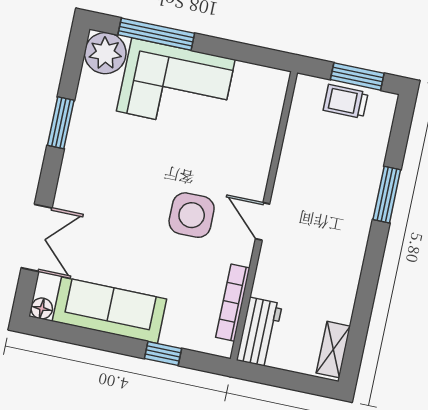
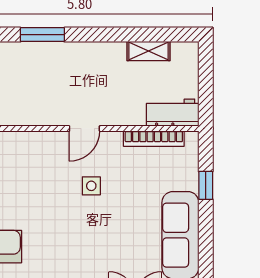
side table: (192, 215) -> (91, 186), width x0.54, depth x0.54
shelving: (333, 350) -> (149, 51), moved

